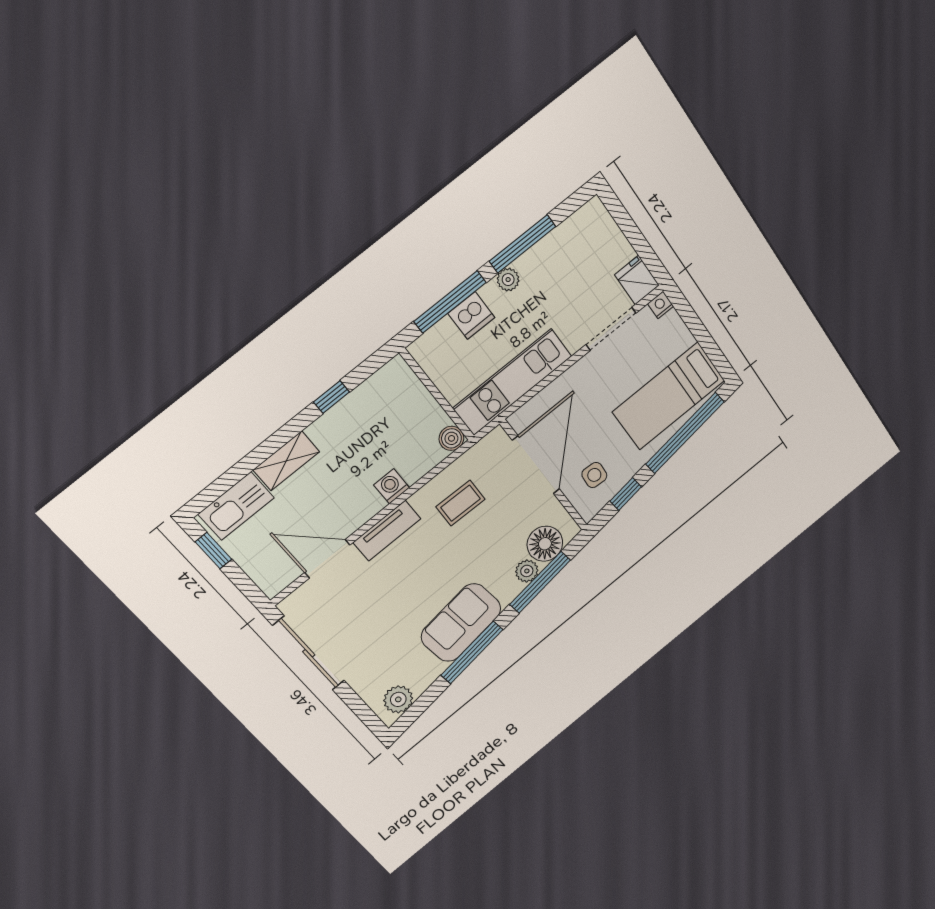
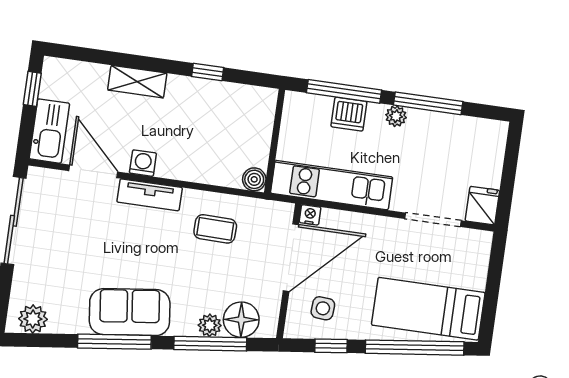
nightstand: (661, 305) -> (310, 215), moved
washing machine: (392, 486) -> (143, 163), moved
kitchen sink: (236, 506) -> (49, 131), moved, turned -90

